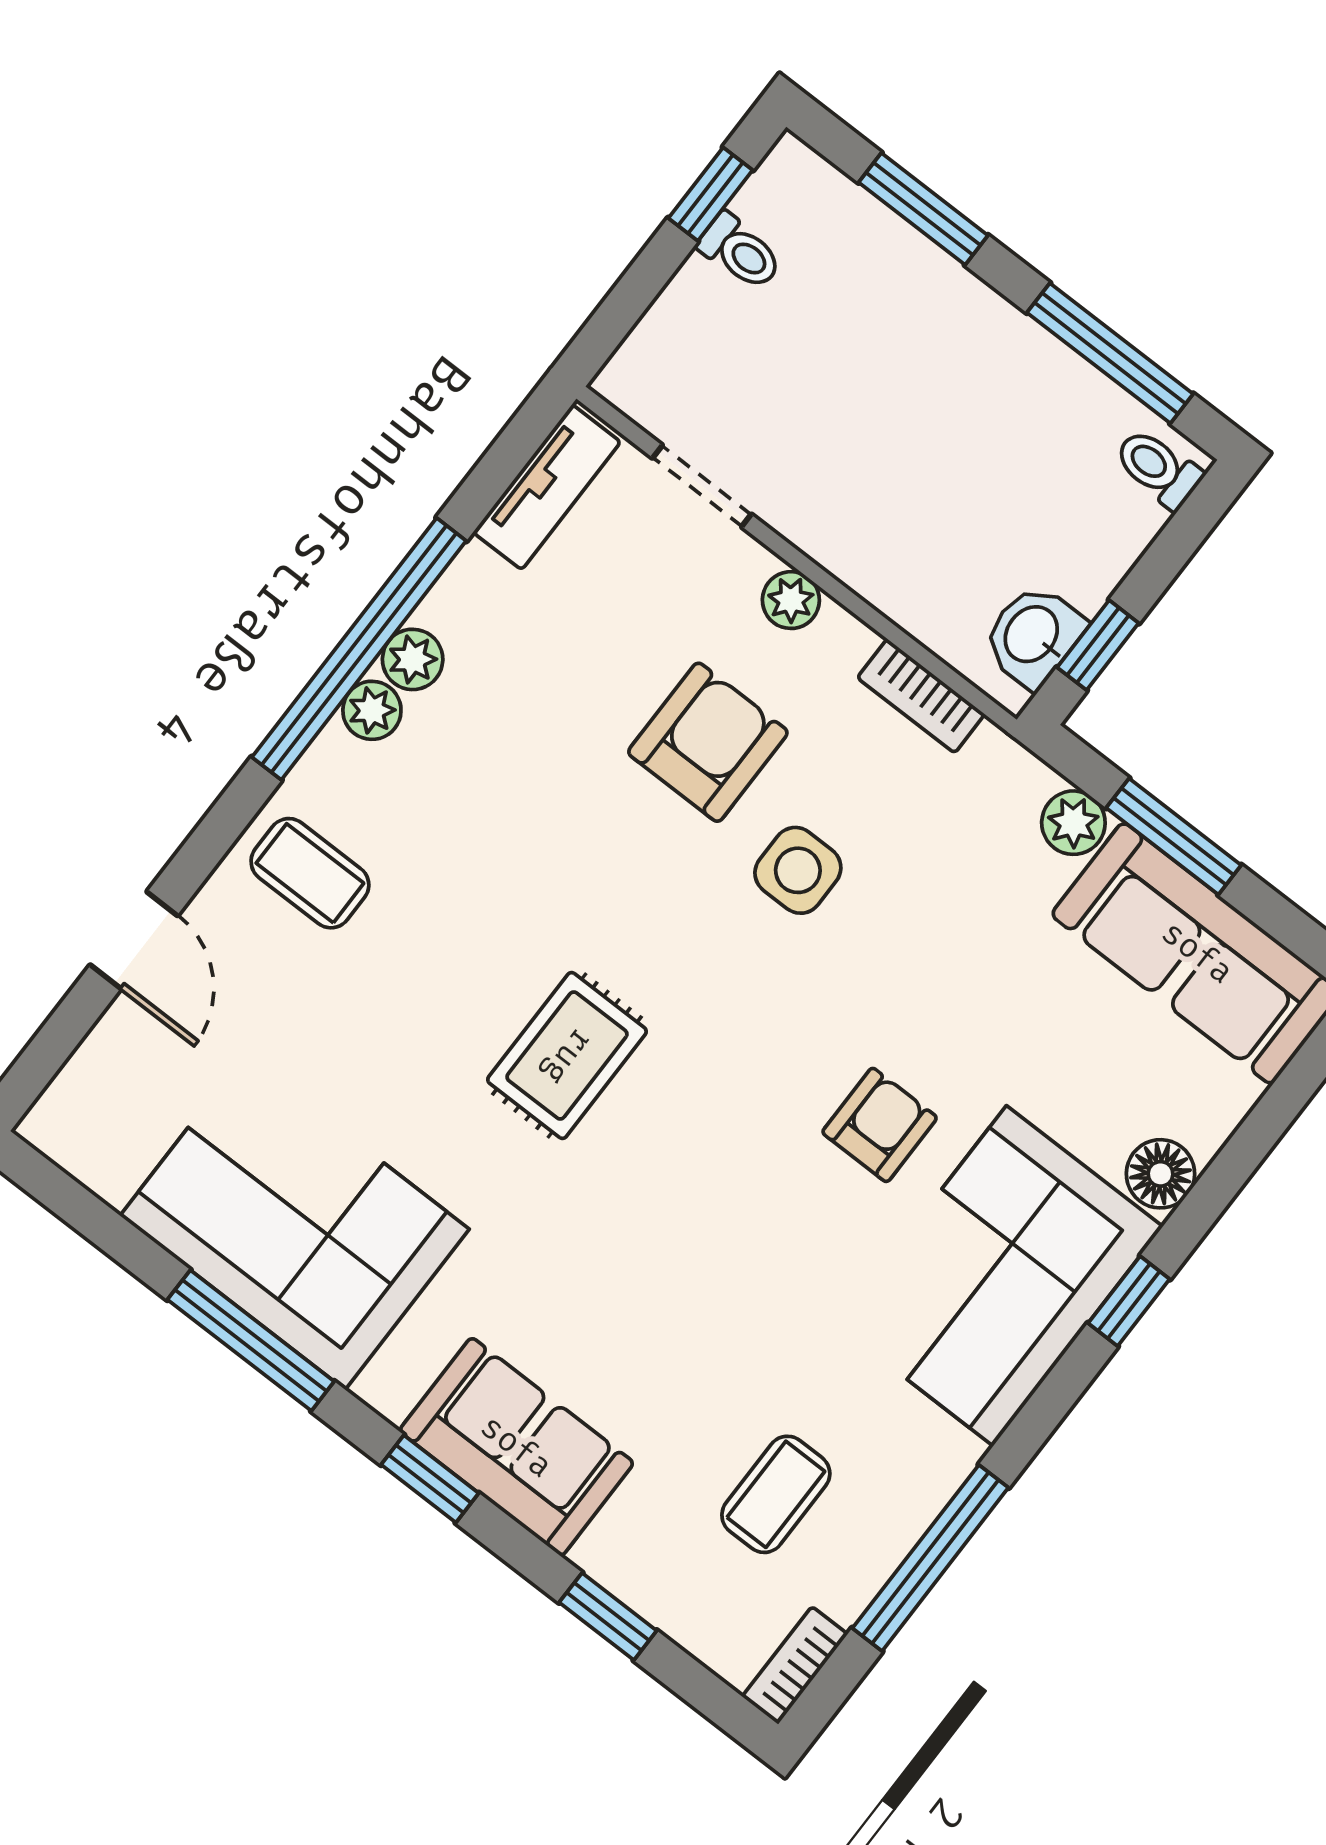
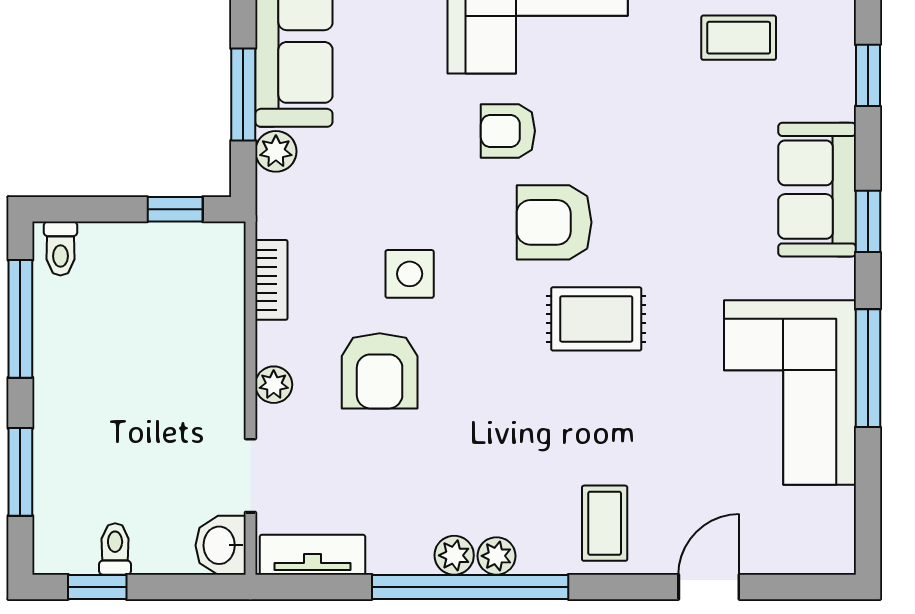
washbasin: (1033, 636) -> (221, 545), moved, turned 90
armchair: (708, 742) -> (380, 371), turned -90
armchair: (724, 1095) -> (554, 222), added

